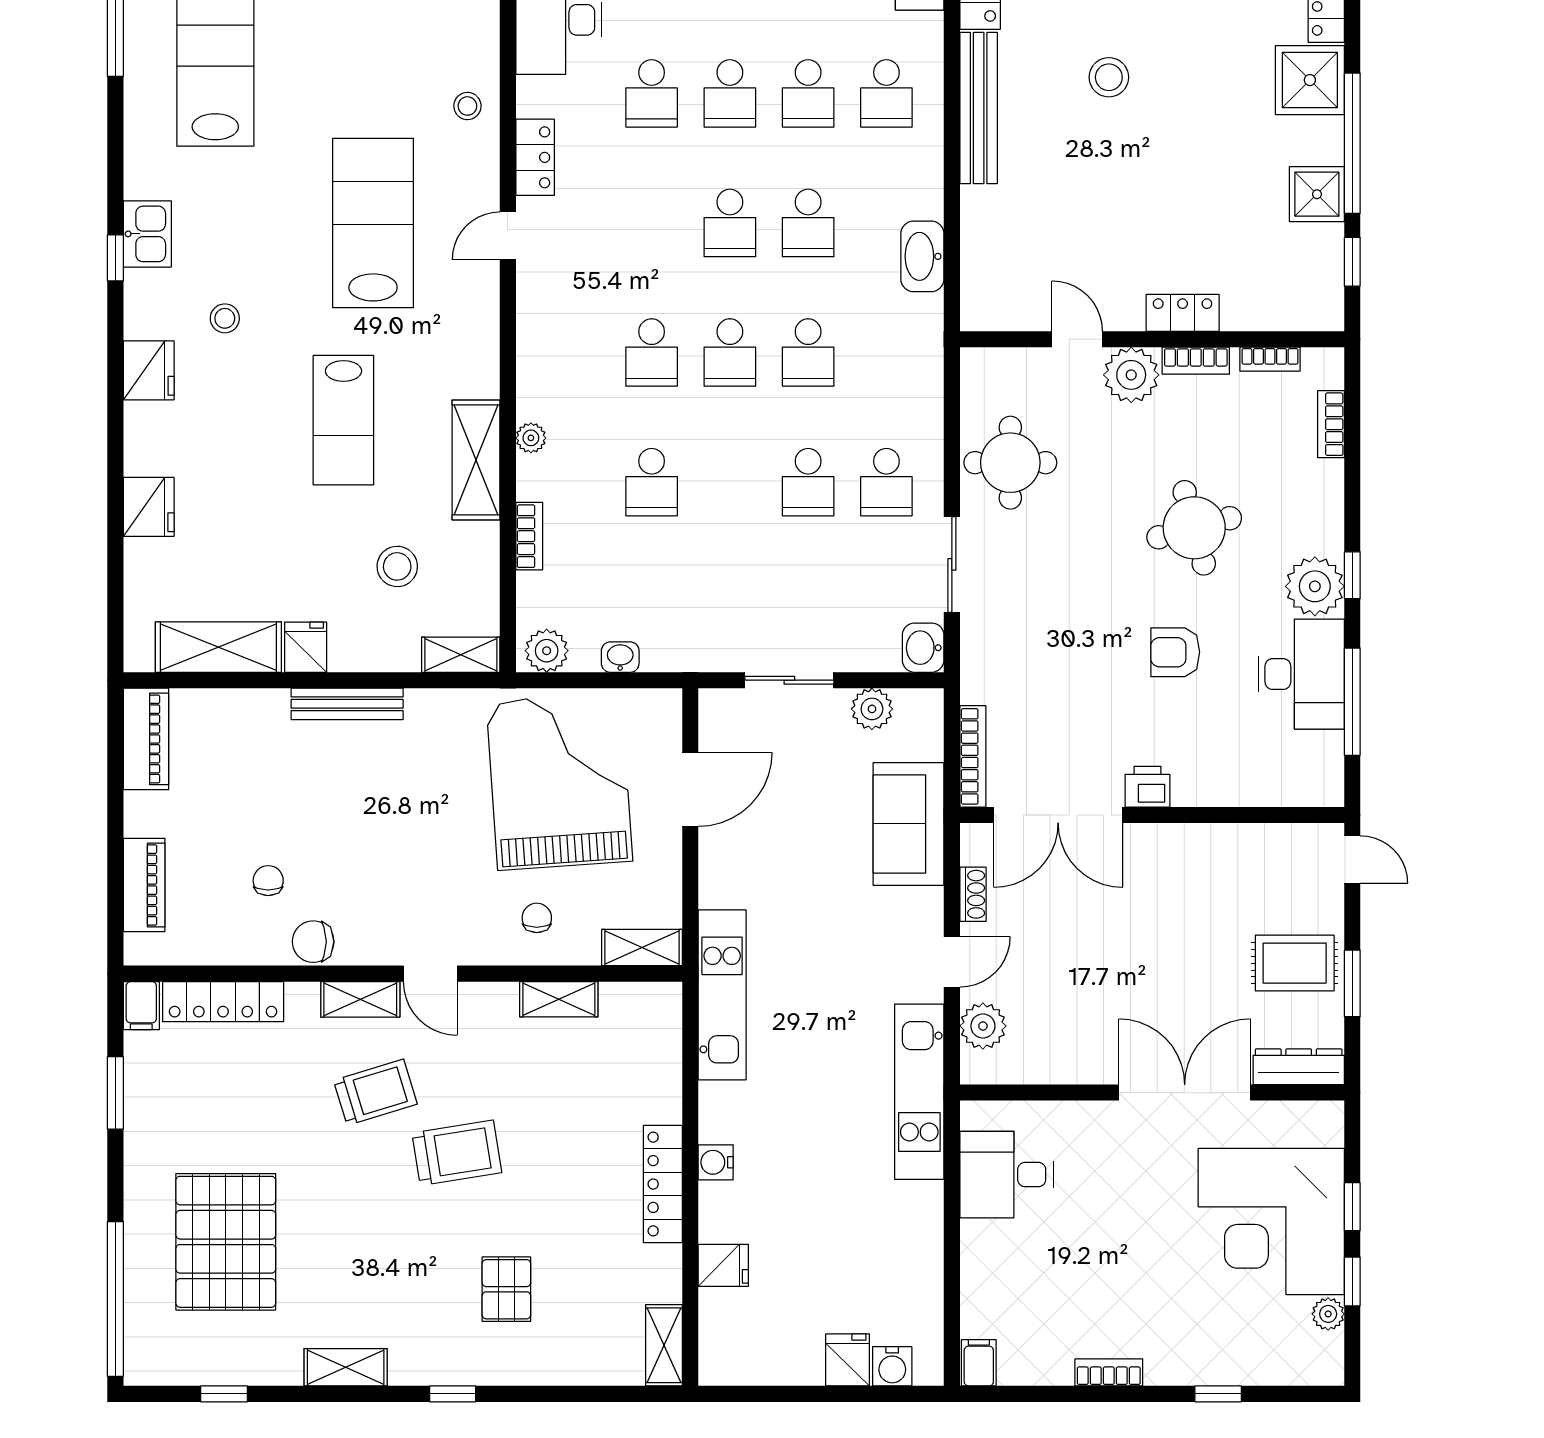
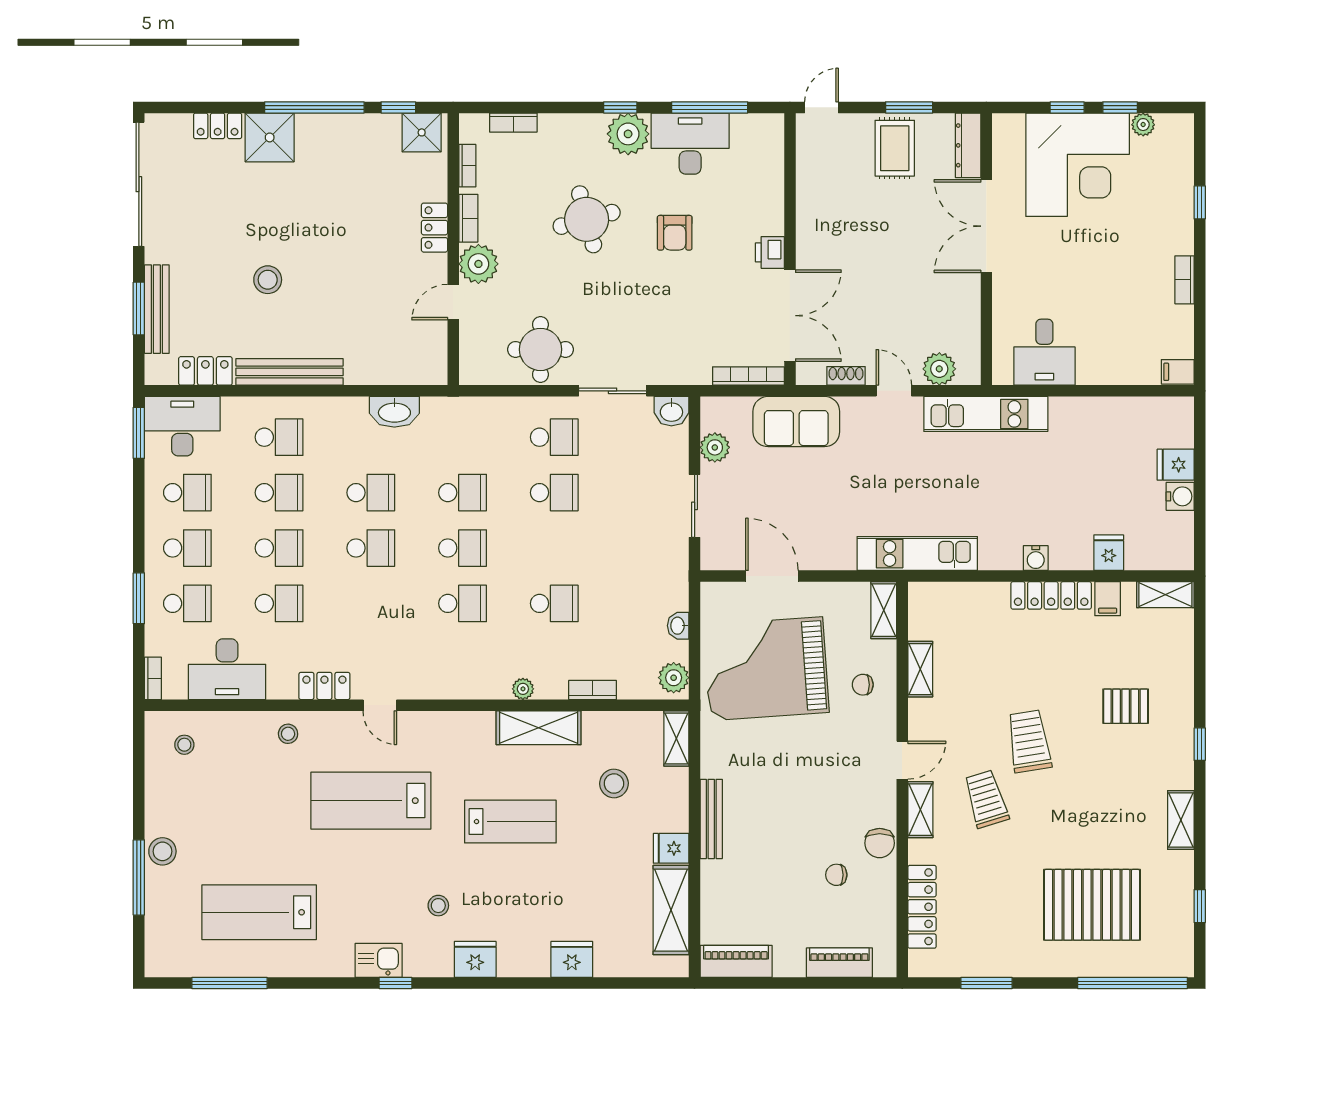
shower: (1317, 194) -> (422, 132), moved
filing cabinet: (141, 1006) -> (1108, 599), moved, turned 90
water cooler: (892, 1366) -> (1180, 496), moved

